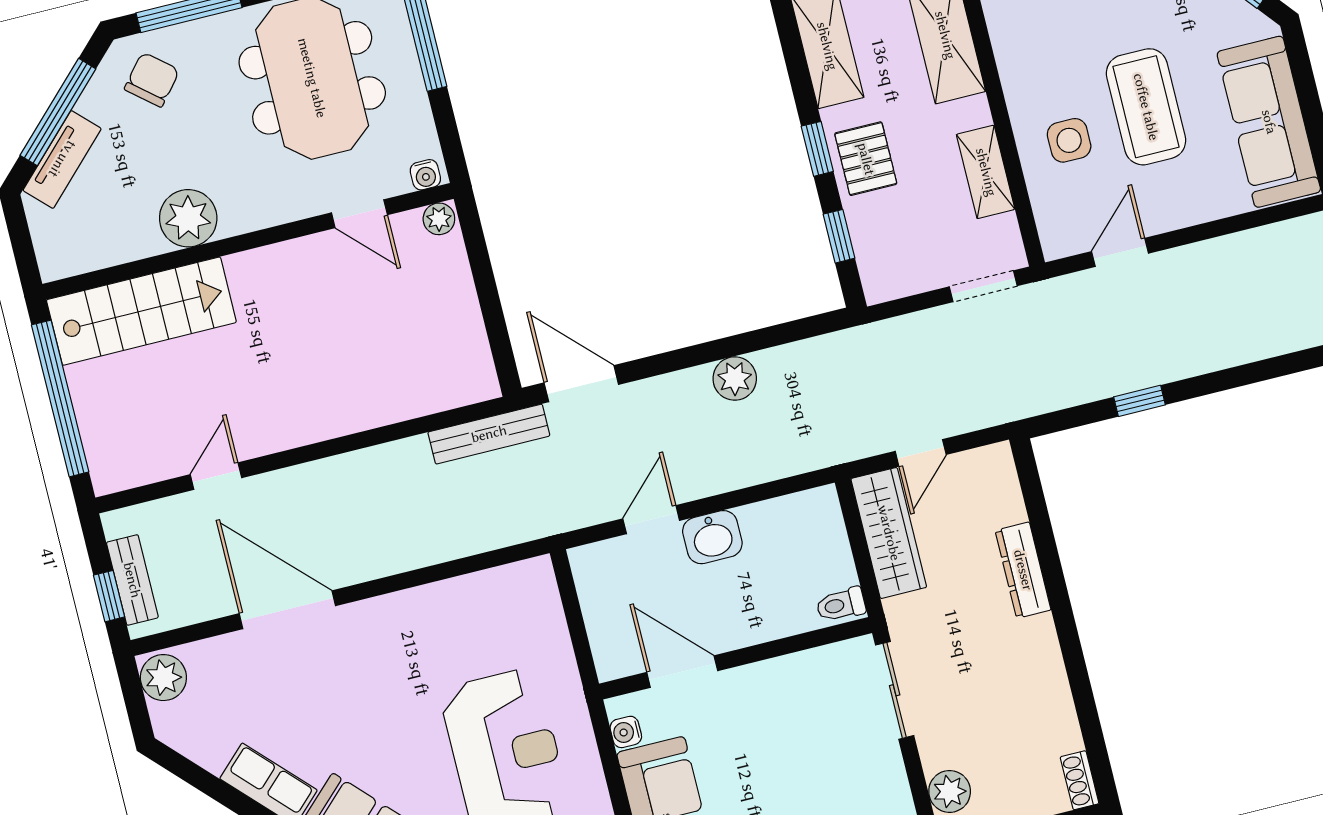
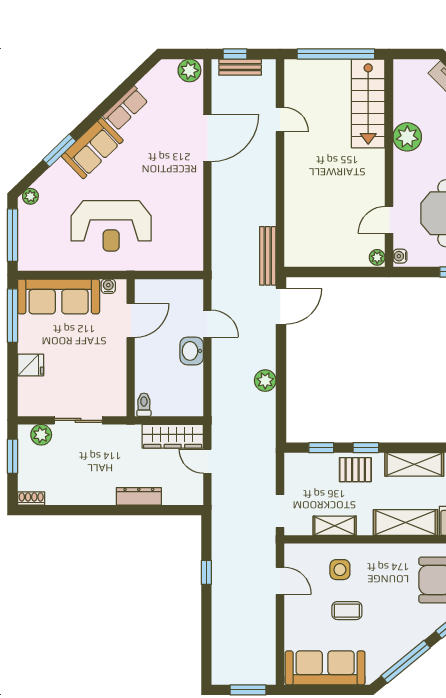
coffee table: (1146, 107) -> (347, 611), width x0.54, depth x0.58
sliding door: (895, 690) -> (78, 420), moved

